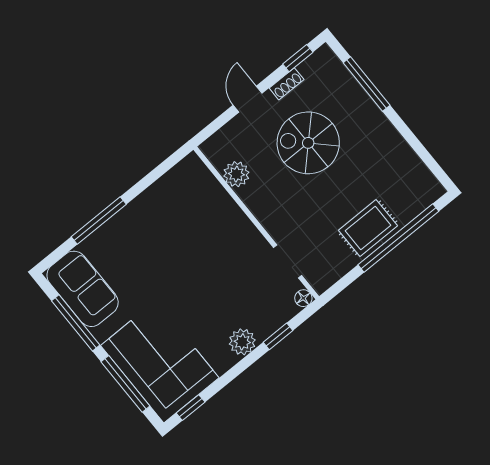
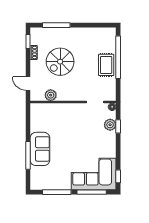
door: (248, 99) -> (28, 84), moved
sofa: (83, 289) -> (40, 149), moved, turned 90
plant: (242, 342) -> (110, 125), moved

